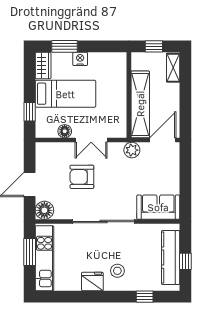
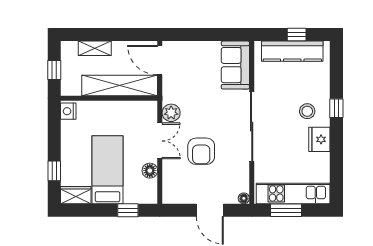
window: (65, 46) -> (54, 171), width x0.67
nightstand: (80, 59) -> (68, 111), moved
shelving: (173, 68) -> (95, 48), moved
plant: (132, 150) -> (171, 113), moved
floor lamp: (44, 210) -> (244, 198), width x0.53, depth x0.53
window: (145, 297) -> (336, 108), moved

